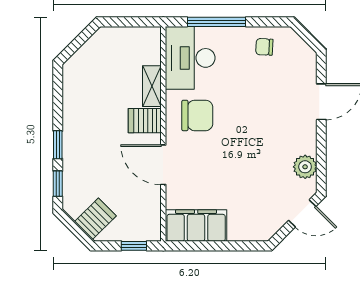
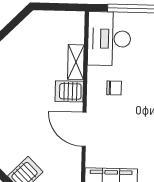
chair: (197, 115) -> (114, 88), width x0.54, depth x0.54

